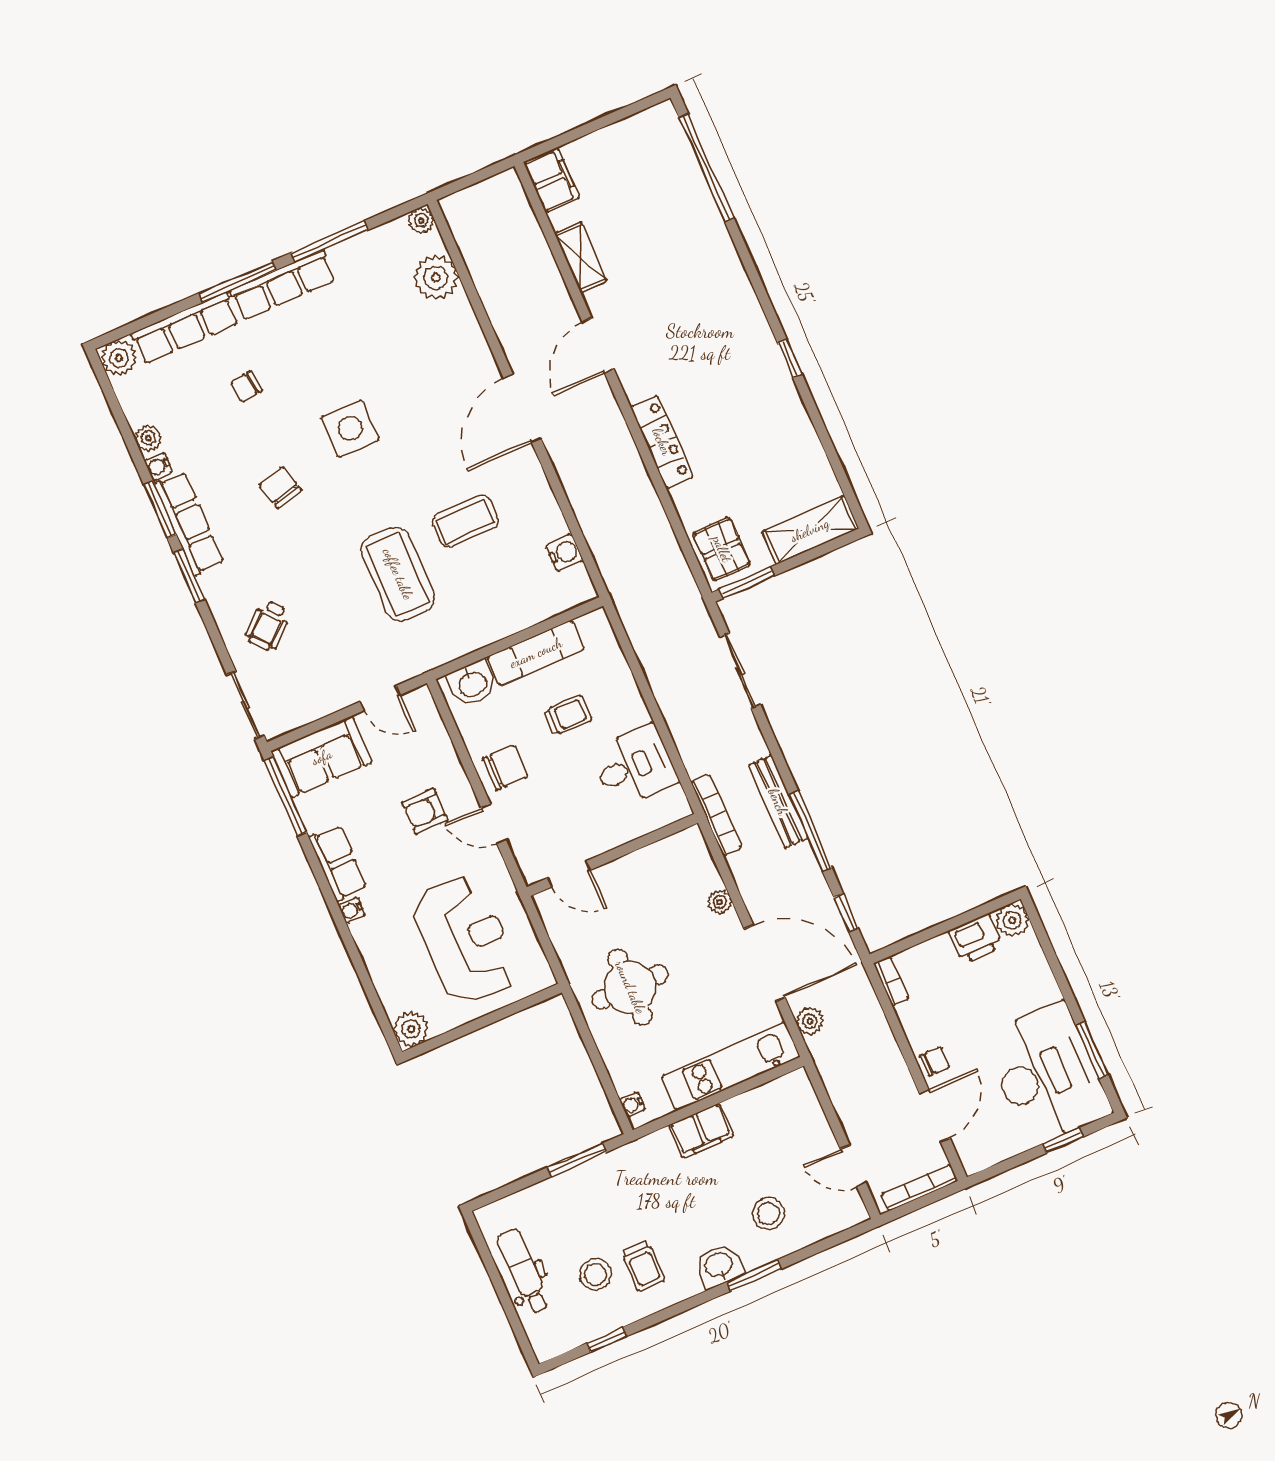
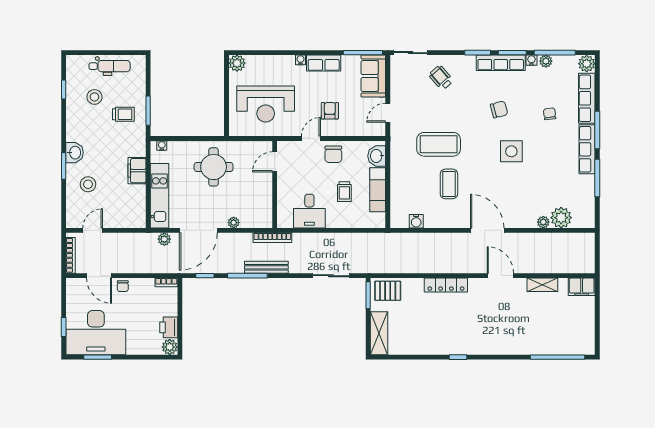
plant: (421, 220) -> (543, 222), moved
window: (124, 428) -> (555, 53), added
trolley: (643, 1266) -> (123, 114), moved, turned 180

